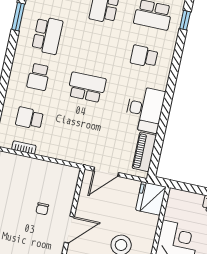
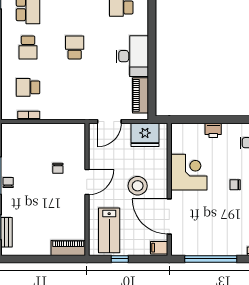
school desk: (87, 87) -> (75, 47), width x0.54
fridge: (151, 198) -> (145, 135), moved, turned -90

